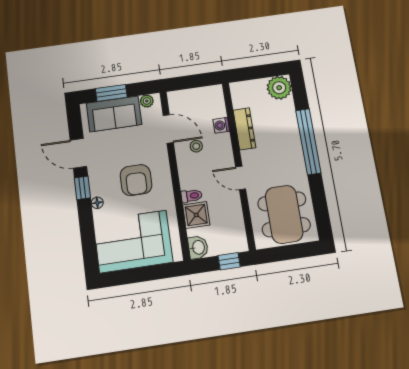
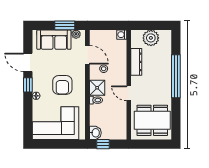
plant: (279, 88) -> (151, 38), moved
window: (111, 93) -> (65, 25), moved
washing machine: (221, 125) -> (122, 35), moved
dining table: (284, 214) -> (152, 120), turned 90
shower: (196, 215) -> (97, 88), moved
window: (229, 261) -> (103, 144), moved

